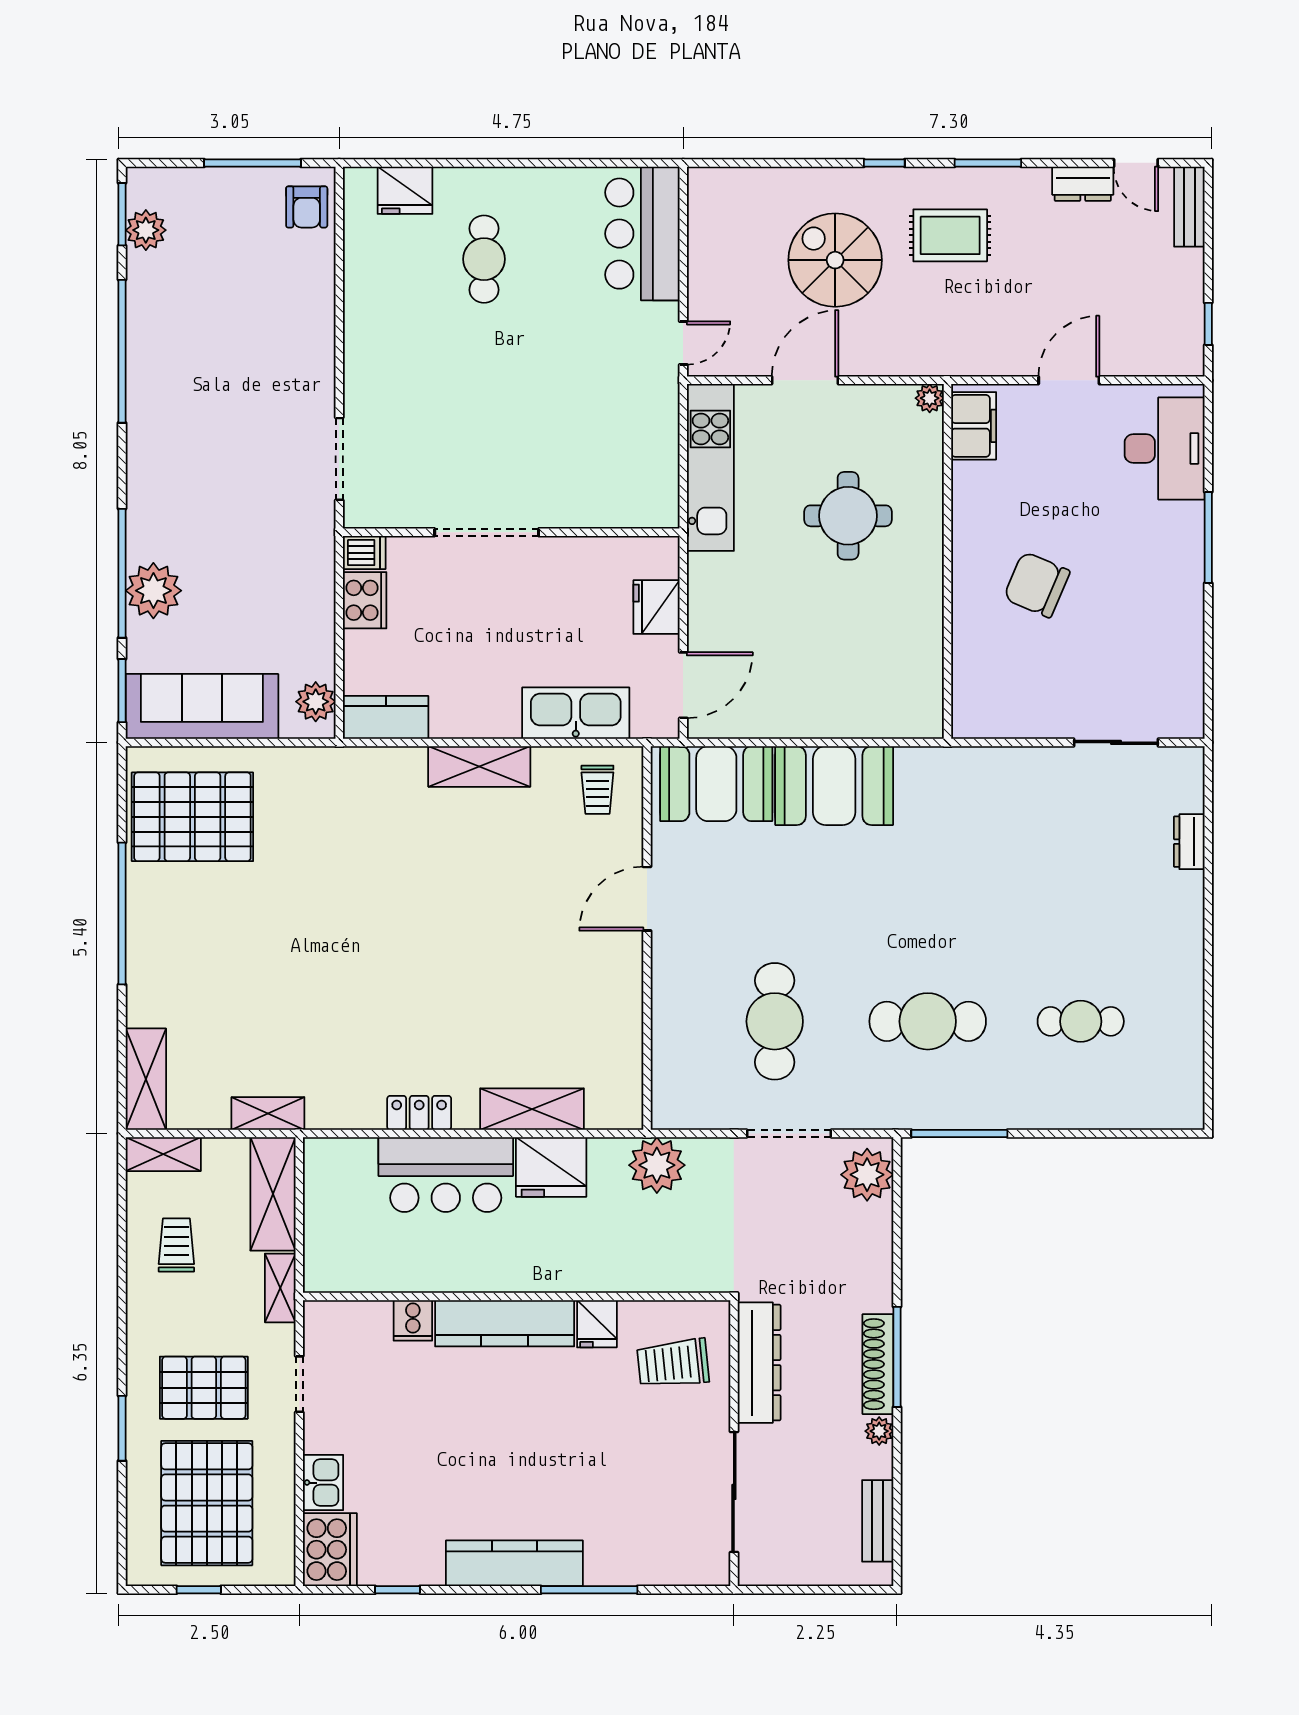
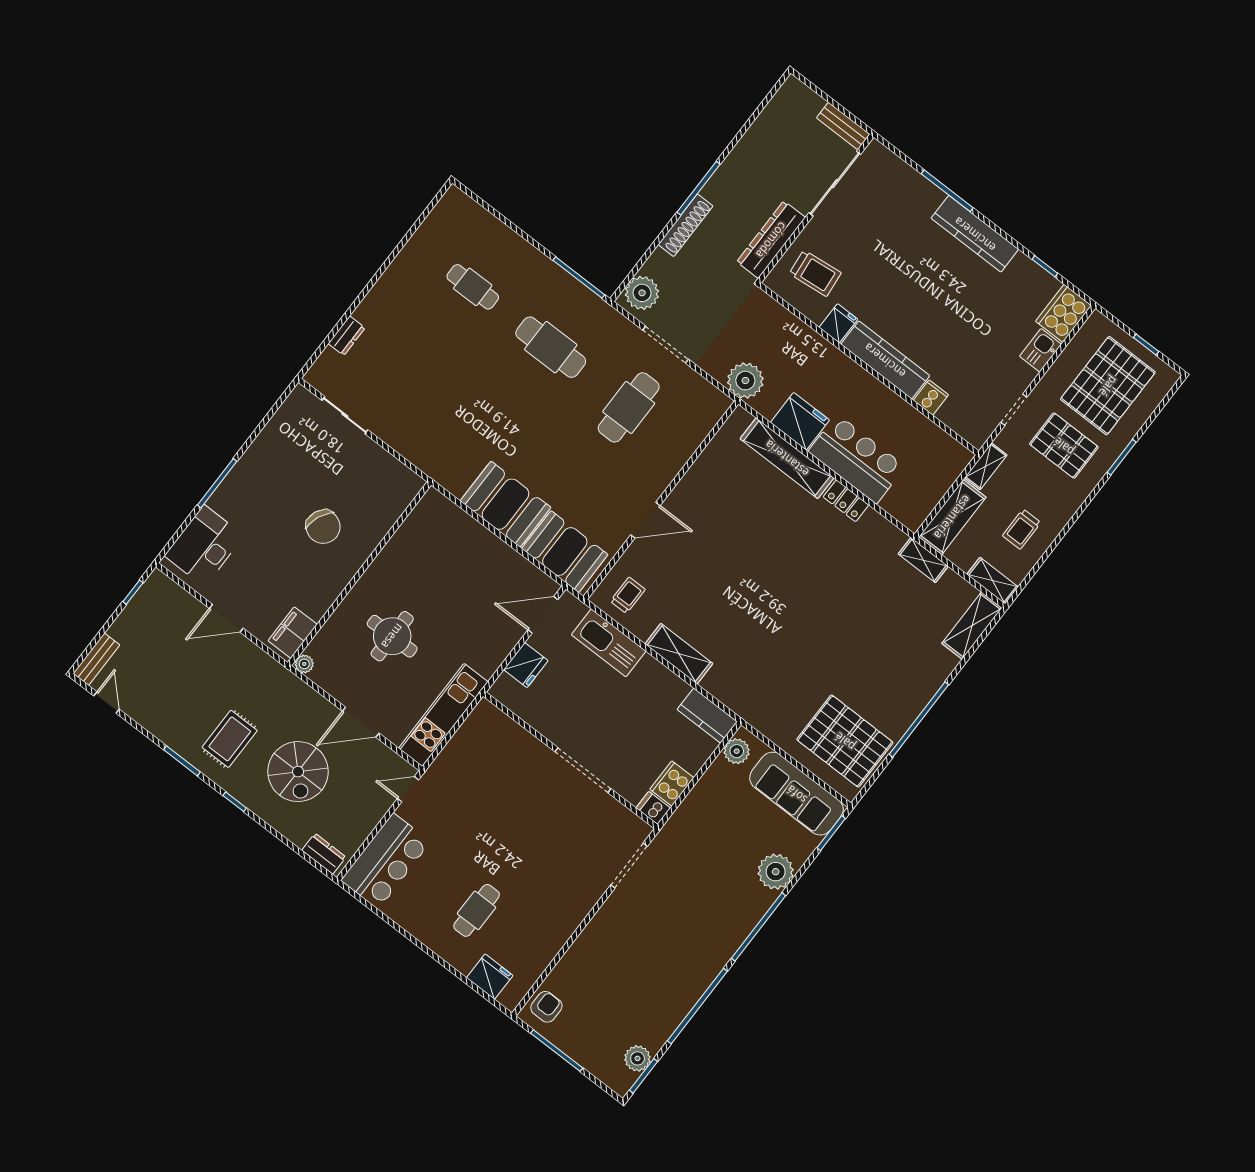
dresser: (1083, 184) -> (324, 854), moved
rug: (950, 235) -> (230, 739), turned 90
window: (122, 573) -> (759, 927), moved
shelving: (532, 1109) -> (787, 458), width x1.47
shoe rack: (878, 1364) -> (685, 225), moved
plant: (879, 1431) -> (737, 157), removed
bench: (878, 1521) -> (843, 126), moved, turned 90

